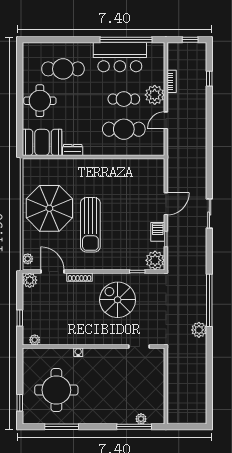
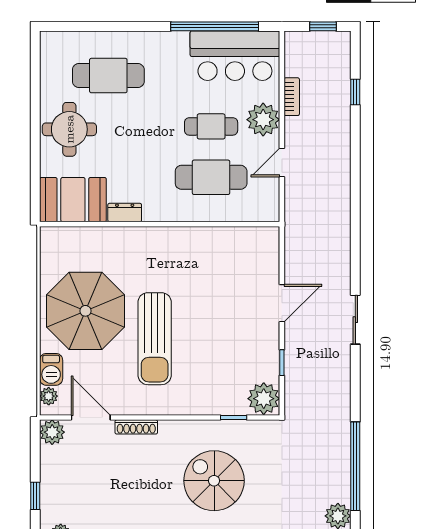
bar counter: (120, 57) -> (235, 56), moved
barbecue: (158, 232) -> (51, 369), moved, turned 180
spiral stairs: (118, 300) -> (214, 481), moved

